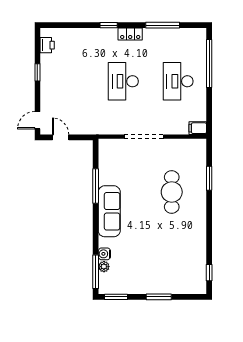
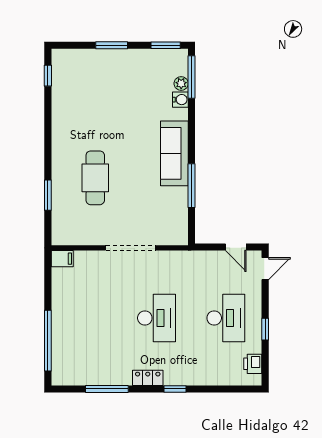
desk: (178, 81) -> (226, 318), moved

